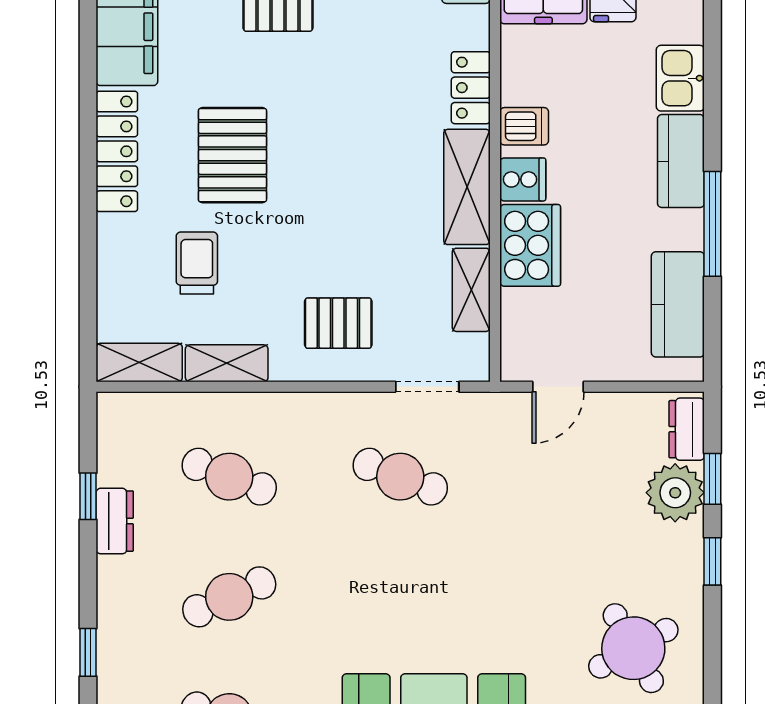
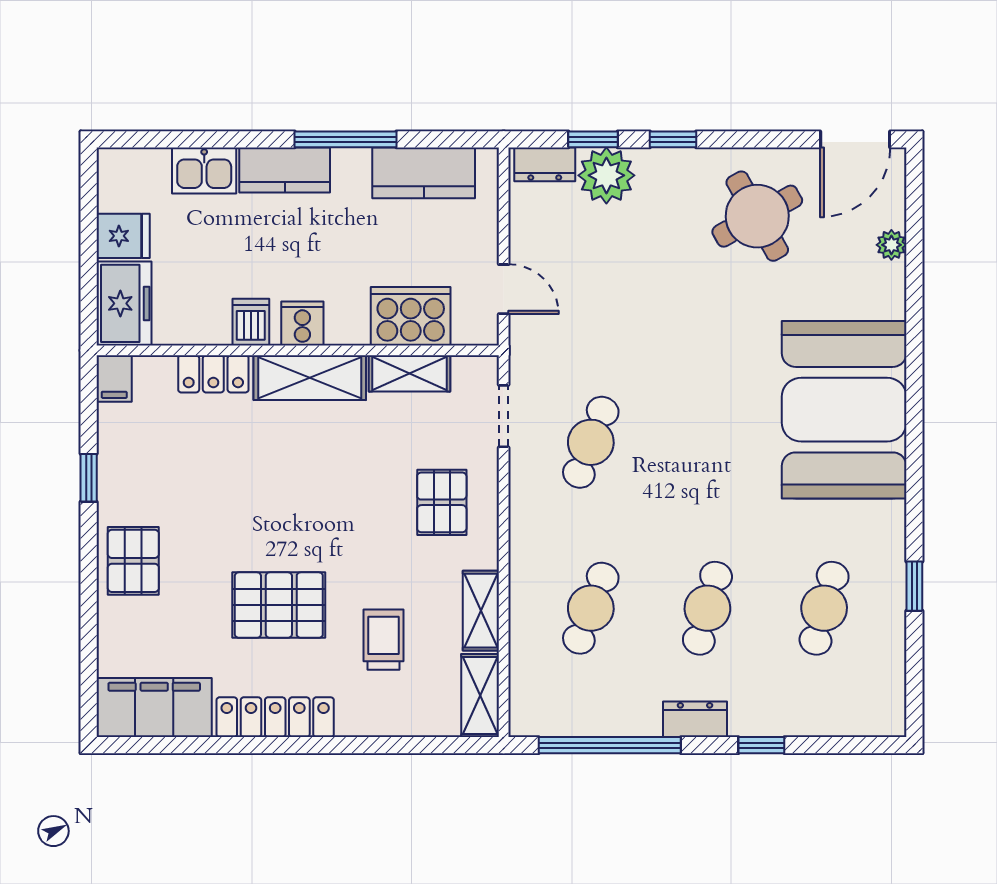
cooker: (530, 245) -> (411, 316), moved
trolley: (197, 263) -> (384, 640), turned 90
window: (88, 496) -> (610, 745), width x3.17
dresser: (115, 521) -> (695, 719), moved
cafe table: (229, 597) -> (707, 608), turned 39

